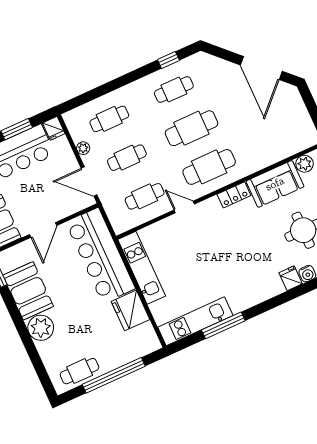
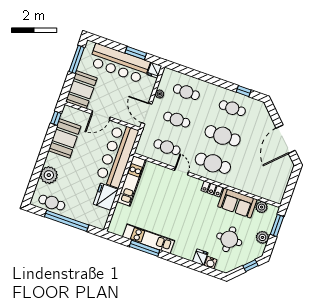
kitchen unit: (195, 321) -> (149, 239), moved
plant: (41, 328) -> (49, 175), moved

